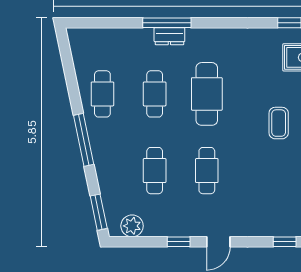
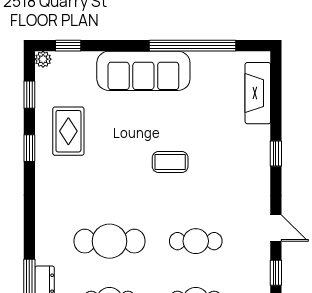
coffee table: (279, 123) -> (170, 162), moved

